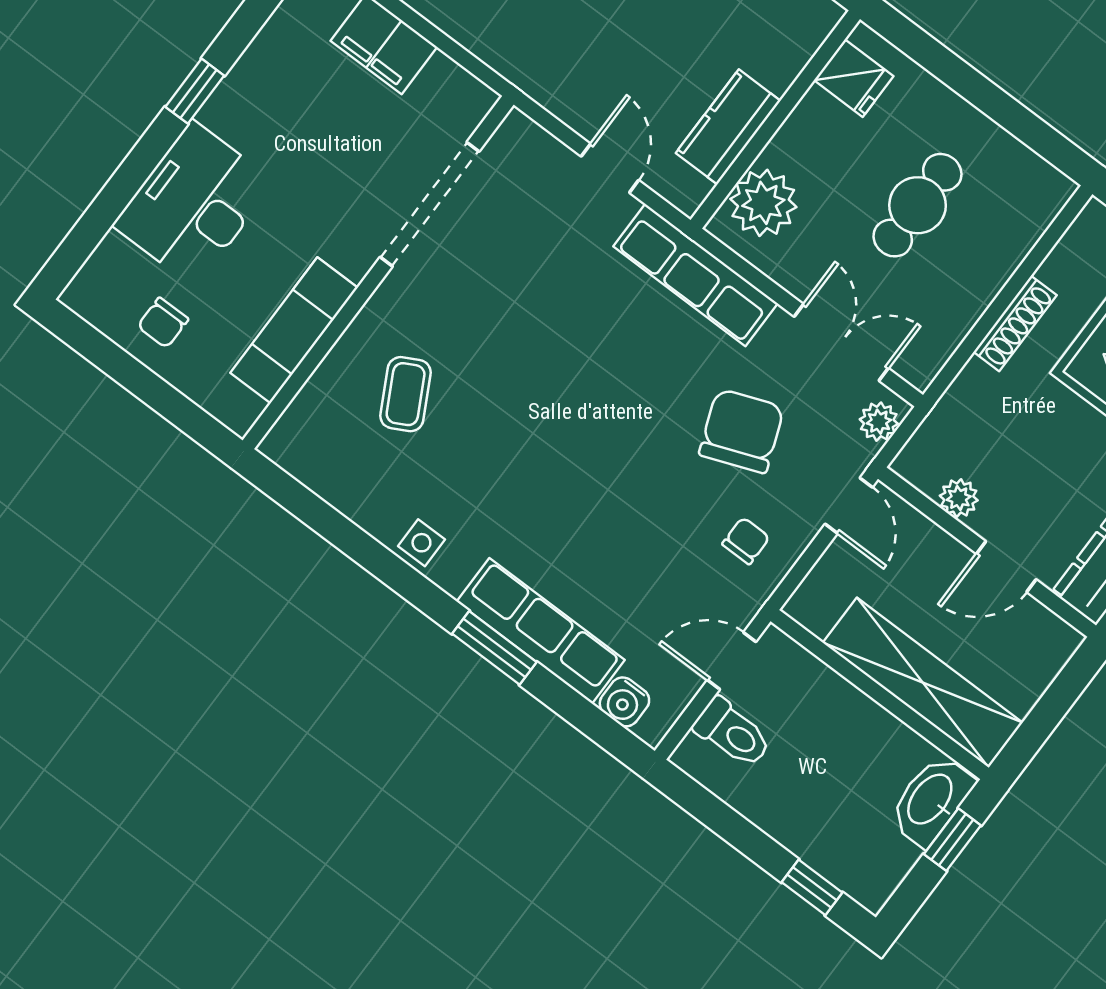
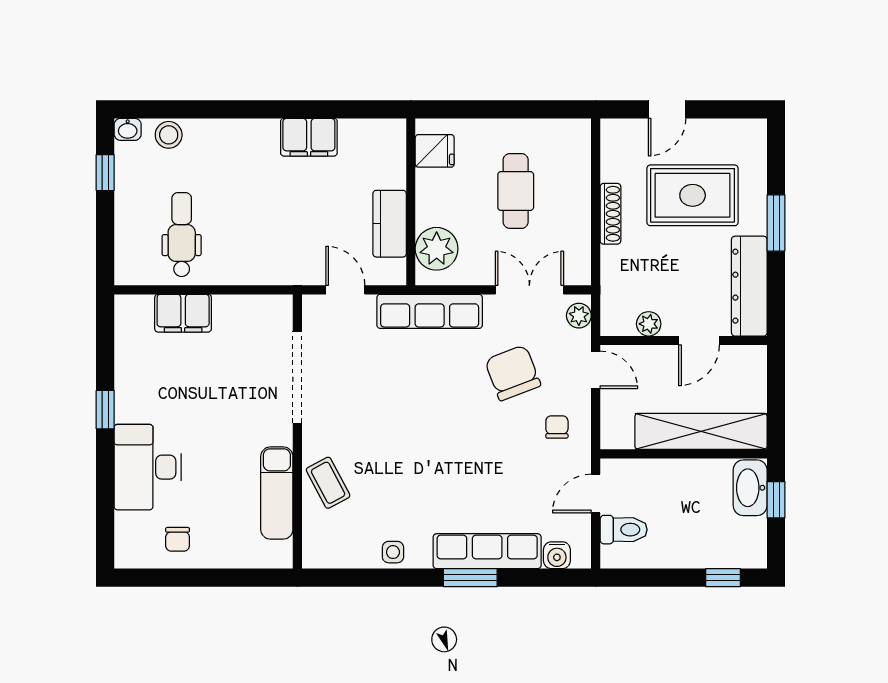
doorway: (430, 204) -> (297, 377), moved
wall: (378, 273) -> (297, 431), moved
exam couch: (294, 330) -> (277, 493), moved

